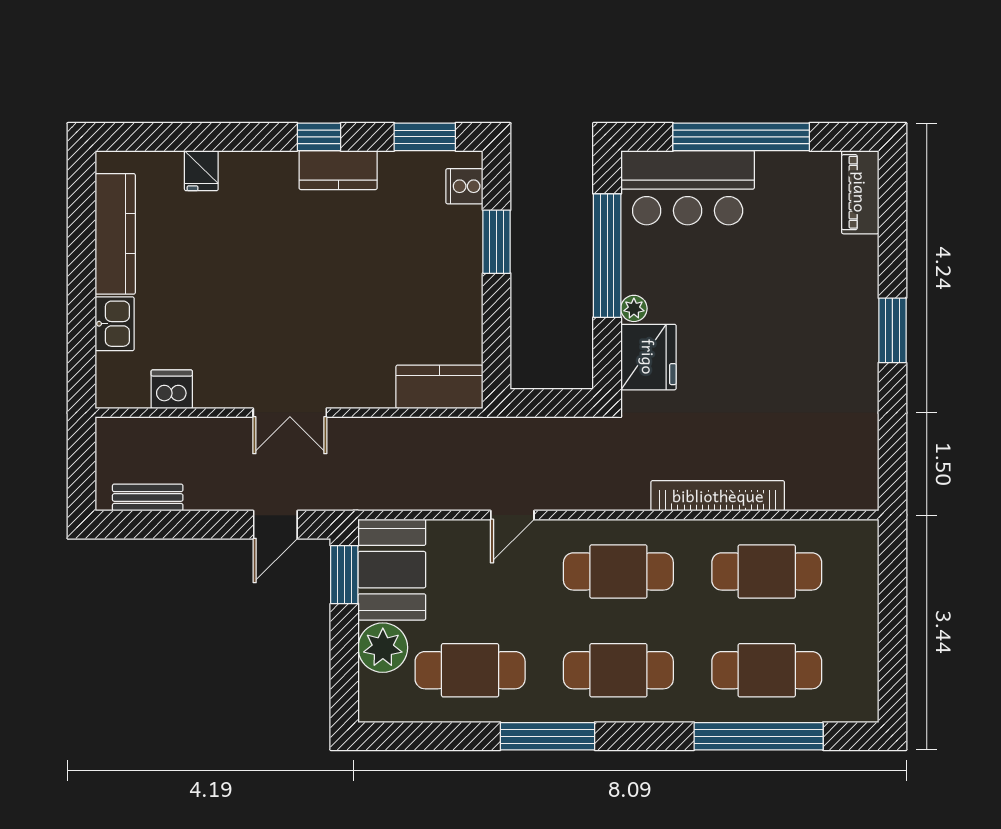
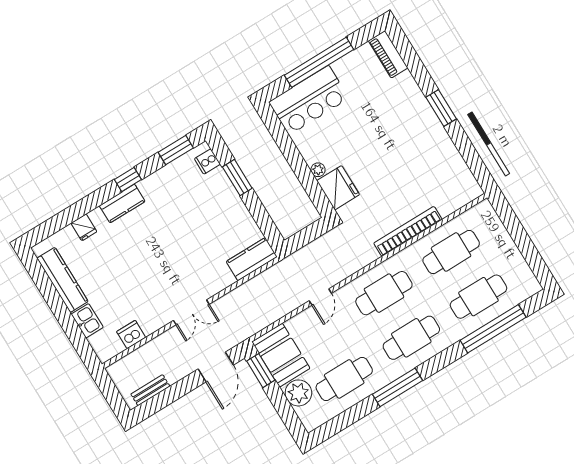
kitchen counter: (338, 170) -> (122, 204), moved
window: (607, 256) -> (291, 153), removed
door: (275, 525) -> (216, 367), width x1.38

